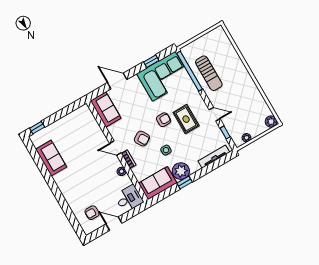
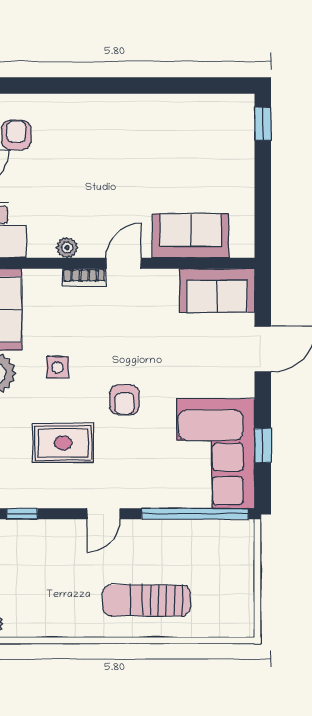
sun lounger: (209, 73) -> (146, 600), moved
door: (215, 114) -> (103, 514), moved
rug: (186, 119) -> (63, 443), moved
armchair: (142, 139) -> (111, 331), removed
sofa: (51, 158) -> (191, 236), moved, turned 180

